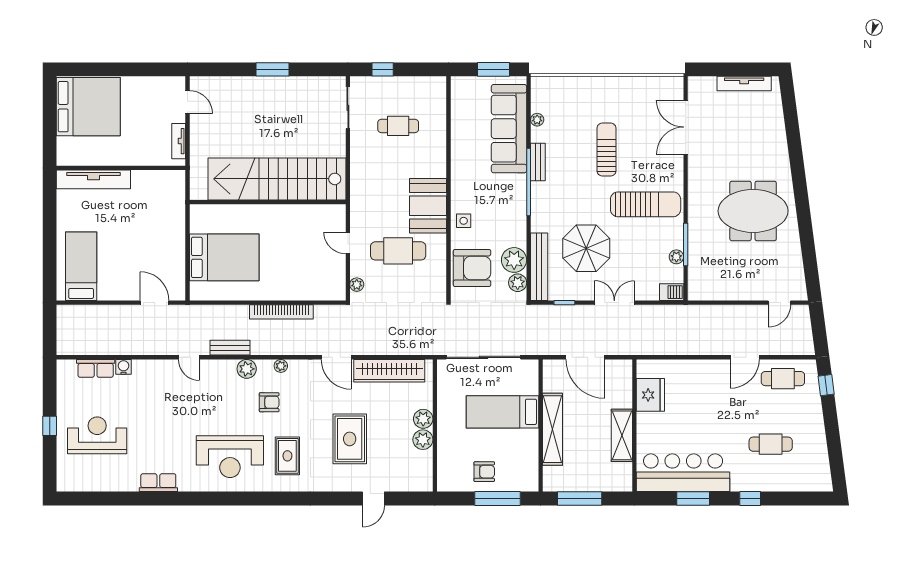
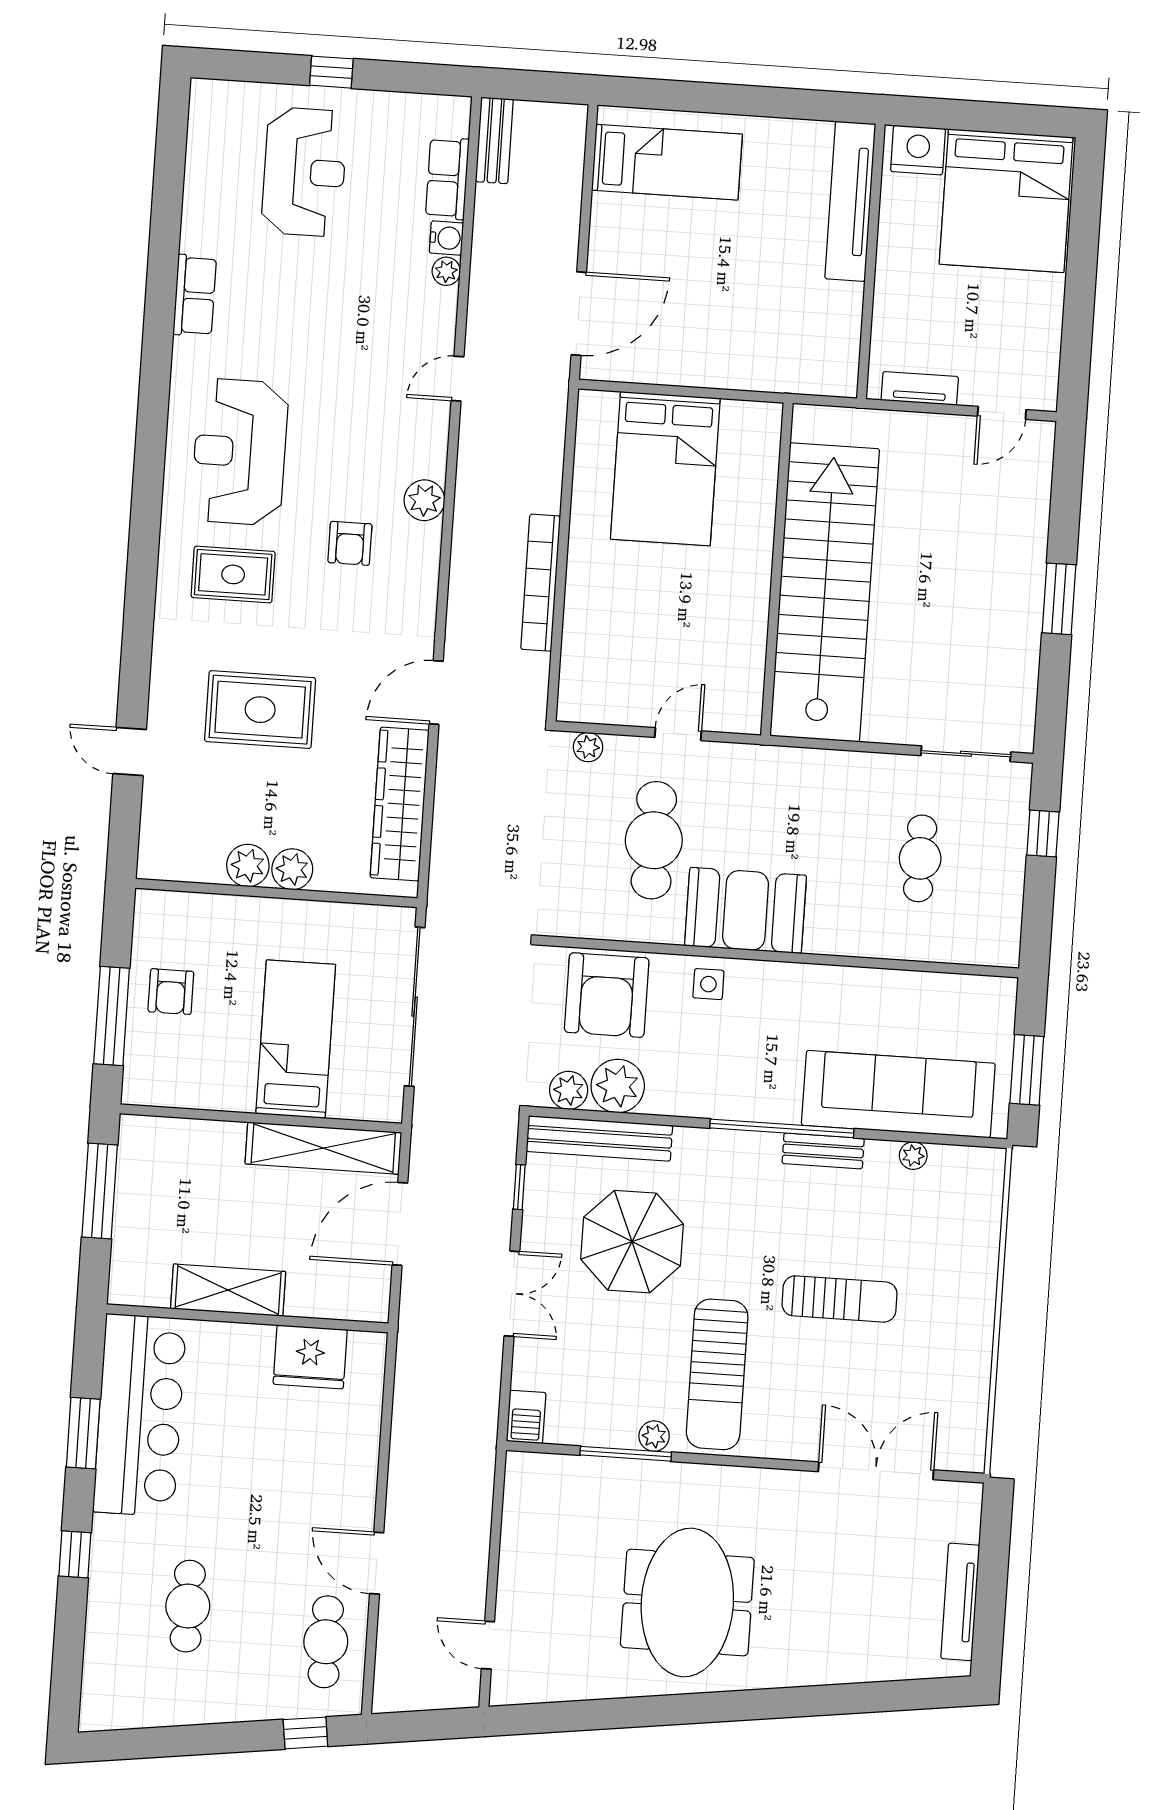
nightstand: (67, 149) -> (918, 150), added
plant: (676, 257) -> (654, 1436), moved
door: (155, 303) -> (579, 314), width x1.36
bench: (230, 348) -> (494, 140), moved
plant: (281, 366) -> (446, 271), moved
shelving: (552, 429) -> (323, 1148), moved

